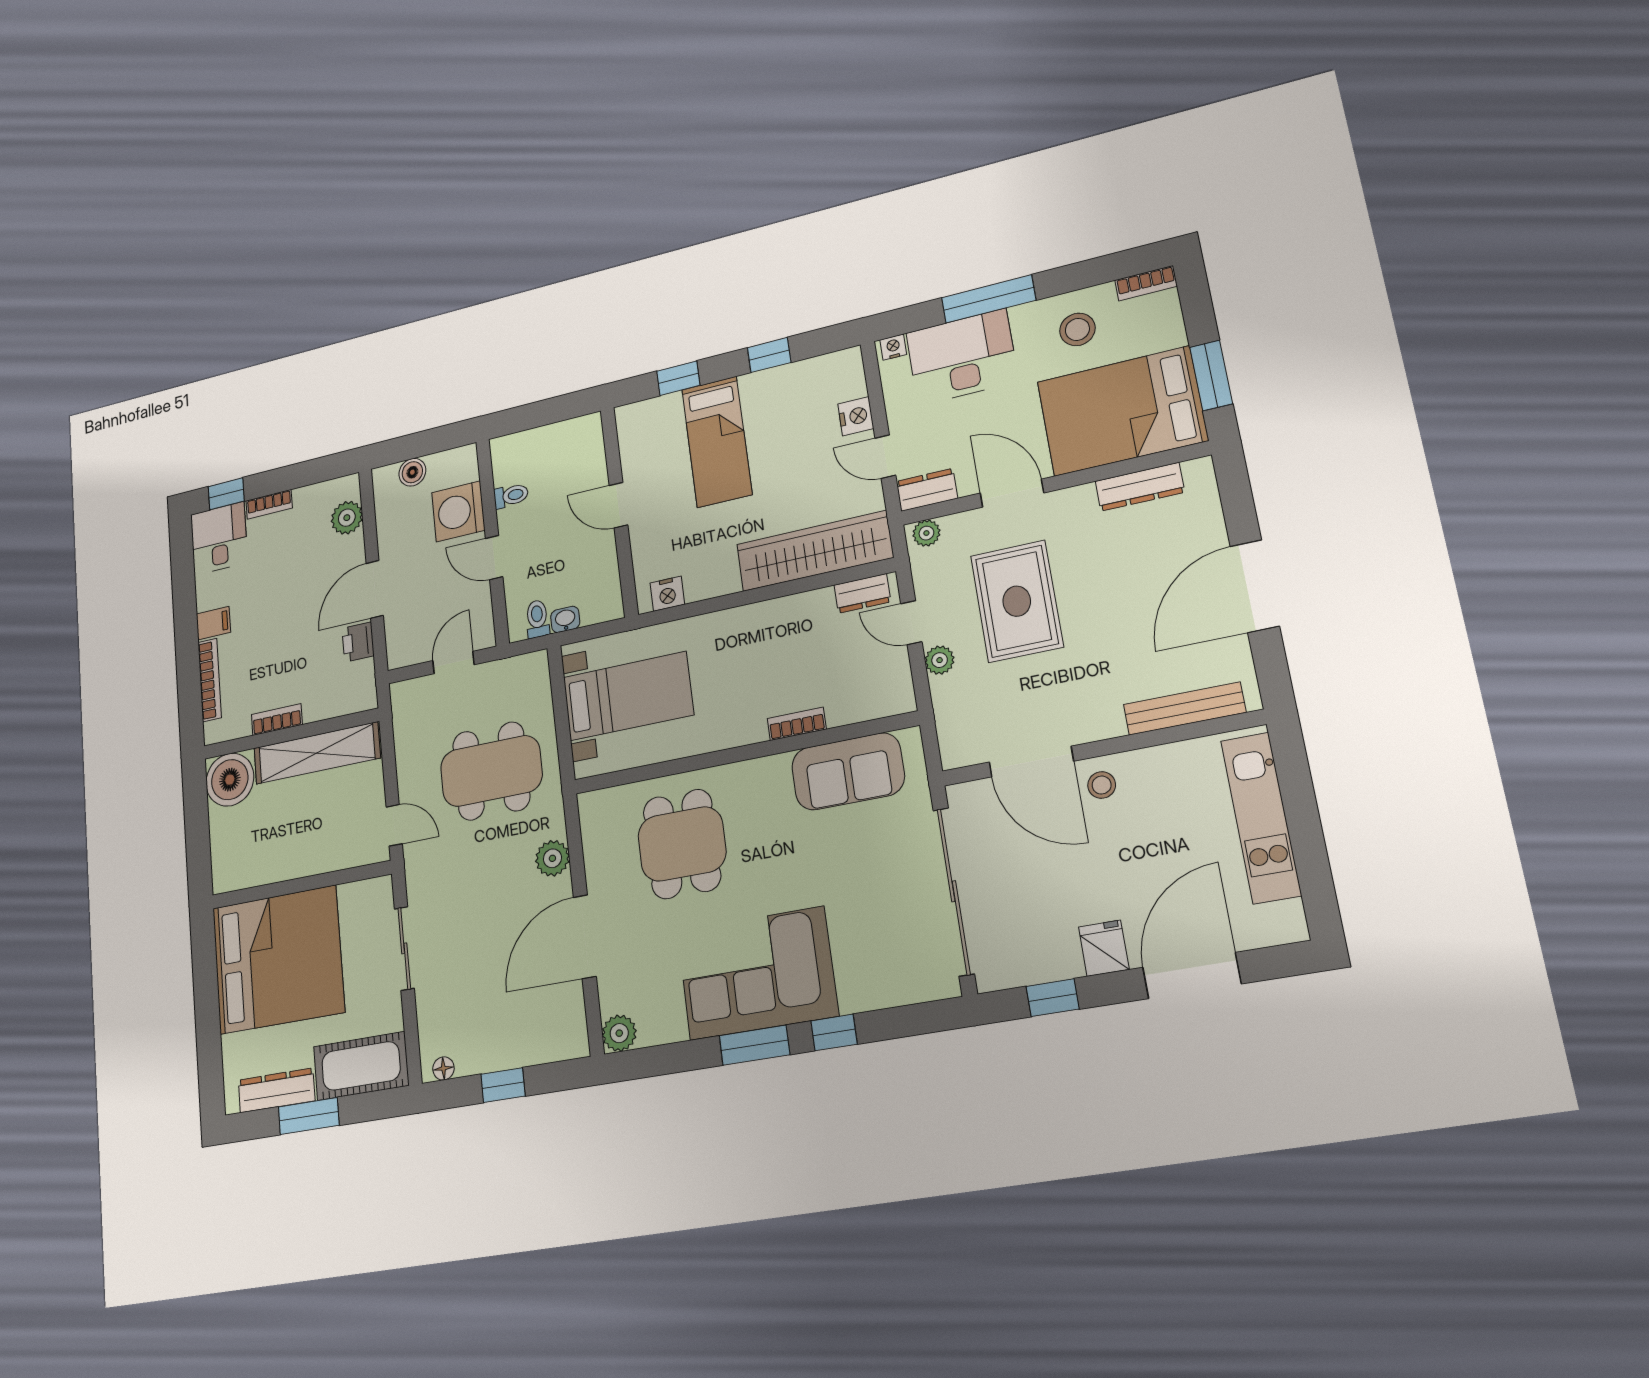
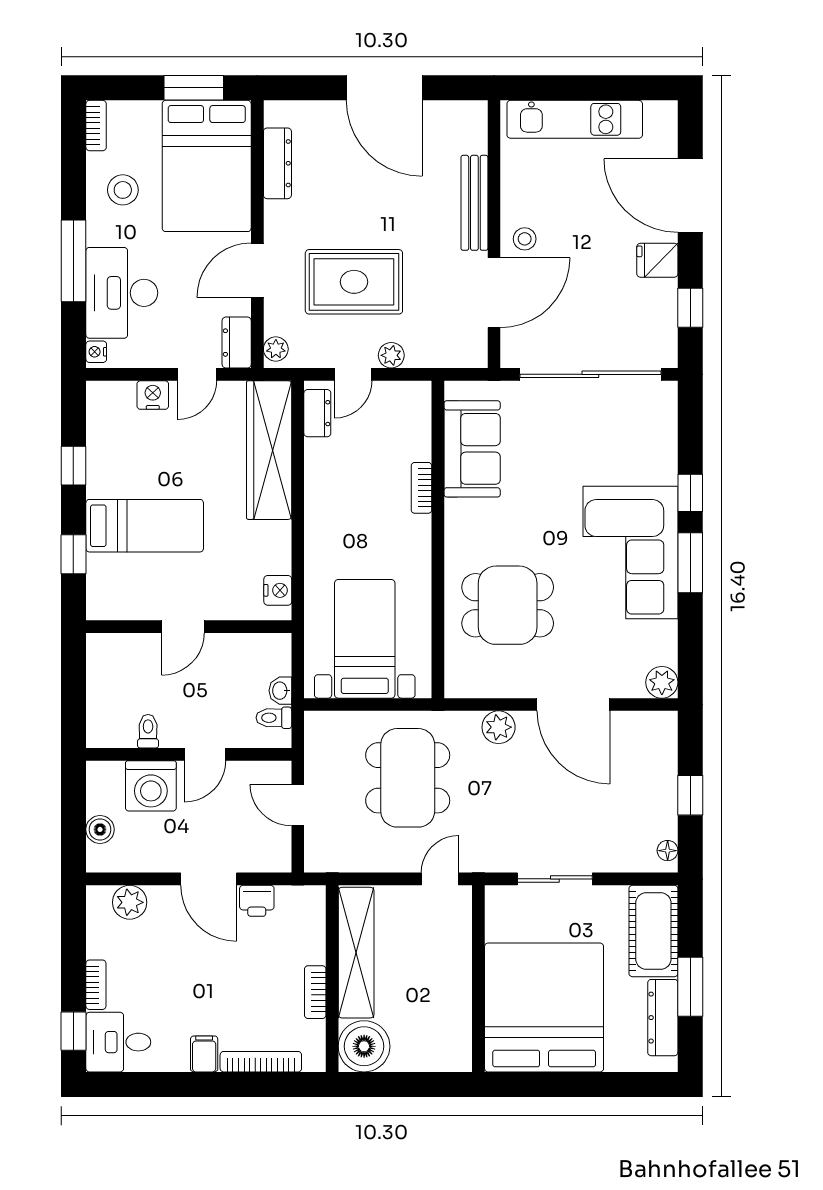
bench: (1184, 709) -> (474, 203), moved

